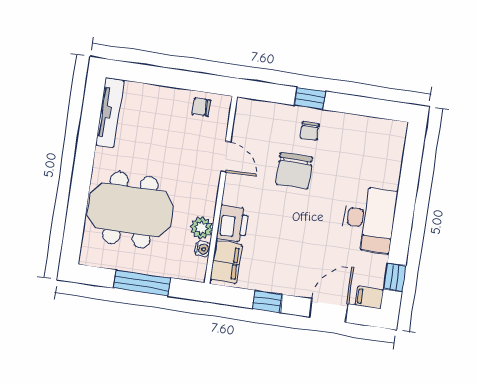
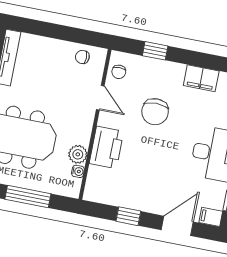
window: (310, 98) -> (155, 51), moved
chair: (310, 131) -> (119, 72), moved
printer: (233, 224) -> (106, 147), width x1.37, depth x1.19
filing cabinet: (226, 262) -> (201, 78), moved, turned 90

